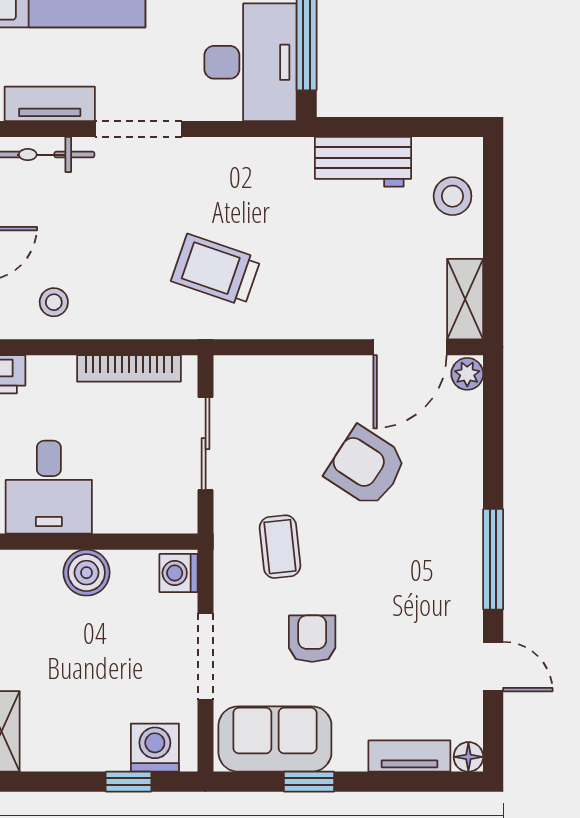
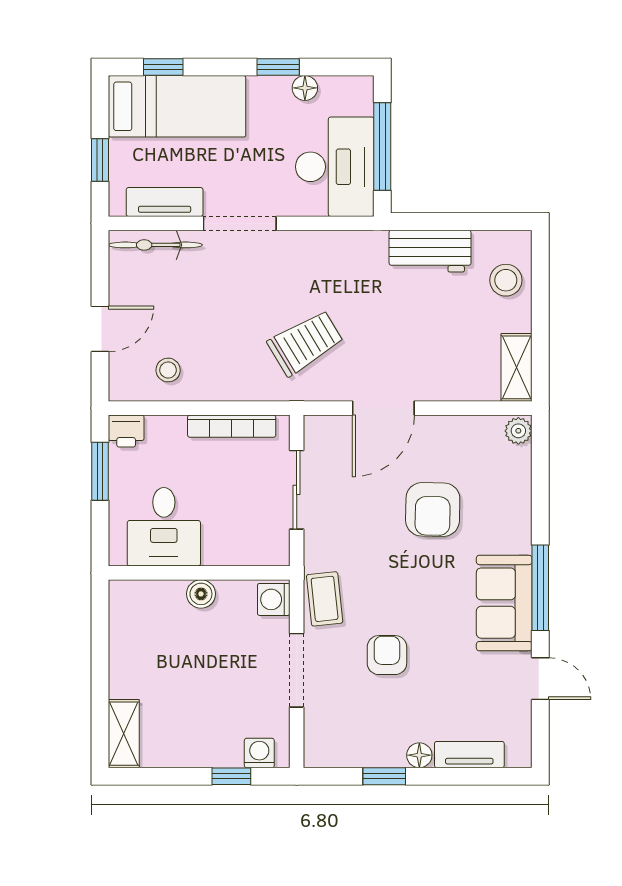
trolley: (216, 270) -> (305, 343), turned 130
door: (410, 347) -> (383, 408), moved
armchair: (366, 467) -> (433, 509), turned -122
coffee table: (280, 547) -> (325, 599), moved
boiler: (87, 573) -> (201, 594), width x0.73, depth x0.73
sofa: (275, 739) -> (504, 603), moved, turned -90
washing machine: (155, 748) -> (259, 753), width x0.73, depth x0.73
floor lamp: (468, 757) -> (419, 755), moved

